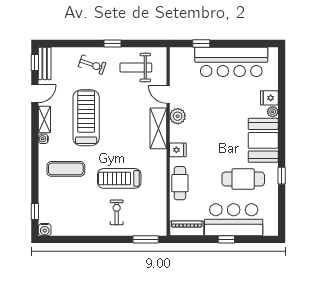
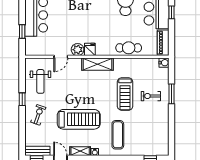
treadmill: (86, 118) -> (79, 119), turned 180
shelving: (158, 128) -> (98, 64), moved
fridge: (178, 150) -> (90, 49), moved
water cooler: (45, 230) -> (164, 63), moved
window: (146, 239) -> (171, 94), moved

